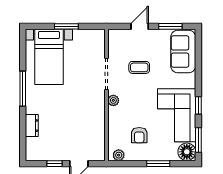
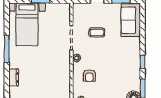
corner sofa: (177, 115) -> (126, 69), removed
armchair: (139, 135) -> (89, 76), moved

